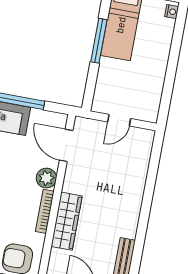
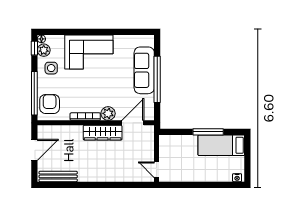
door: (119, 120) -> (157, 170), moved
wardrobe: (67, 221) -> (103, 133), moved

